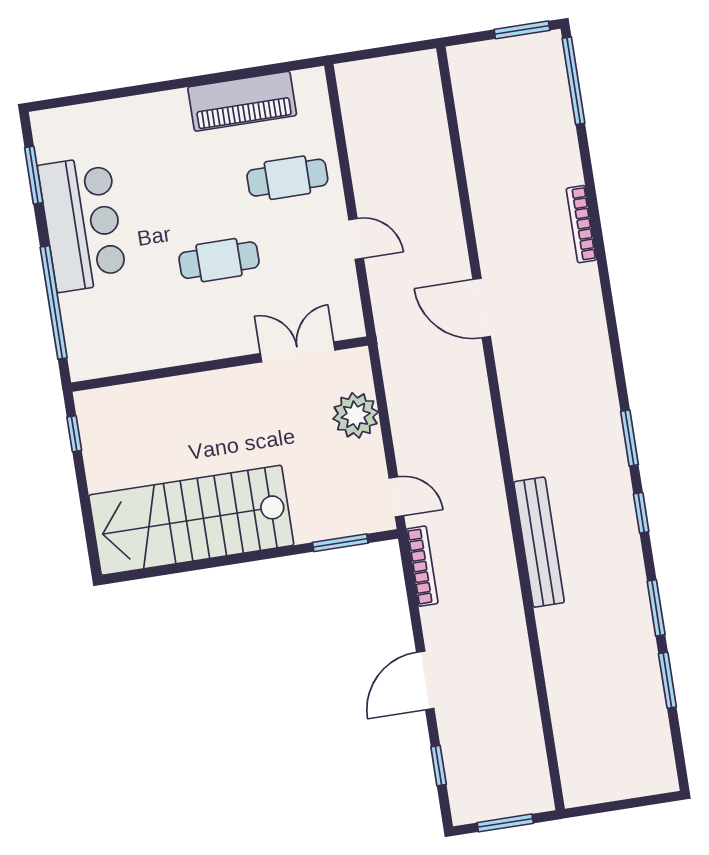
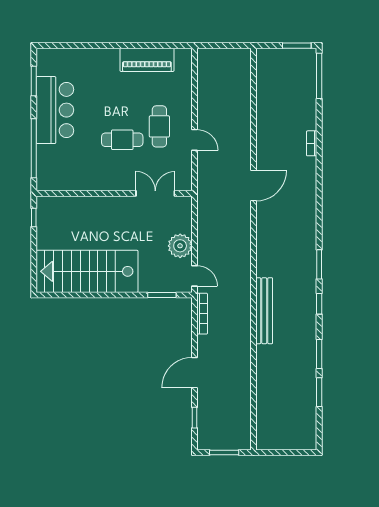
cafe table: (287, 178) -> (159, 126), moved, turned 90
bookcase: (581, 224) -> (312, 143), width x0.64
door: (482, 308) -> (254, 186), swing flipped
plant: (356, 415) -> (180, 246), moved

